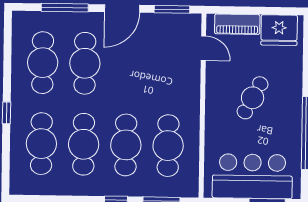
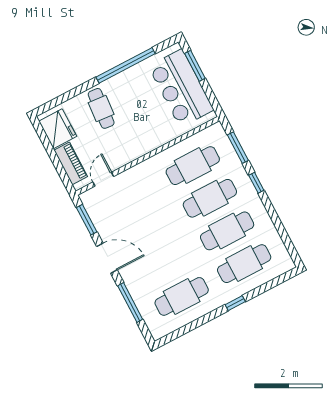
cafe table: (85, 63) -> (164, 264), removed
cafe table: (253, 98) -> (101, 108), moved, turned 67

